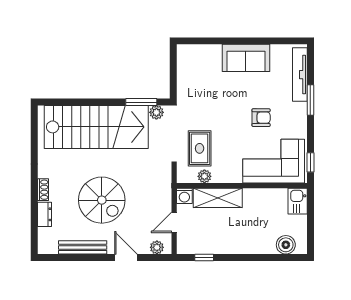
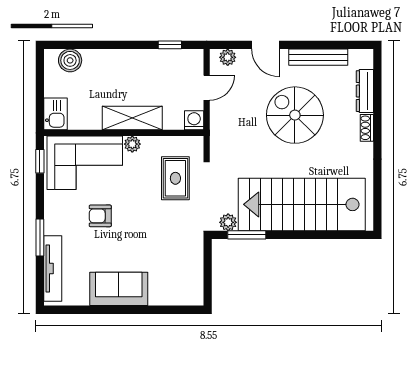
plant: (204, 176) -> (132, 144), moved
shelving: (218, 198) -> (132, 118), moved
dresser: (45, 214) -> (365, 91), width x1.44

